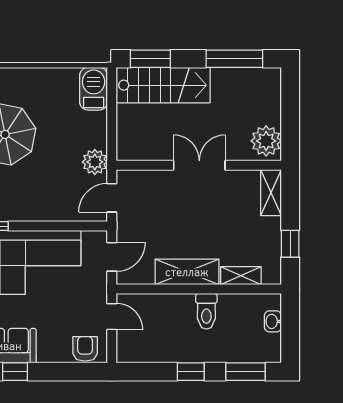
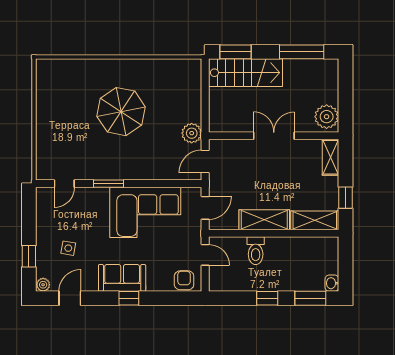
barbecue: (94, 89) -> (191, 76), removed
shelving: (241, 276) -> (315, 220), width x1.50, depth x1.33
toilet: (206, 311) -> (256, 251), moved
washbasin: (273, 321) -> (332, 283), moved

